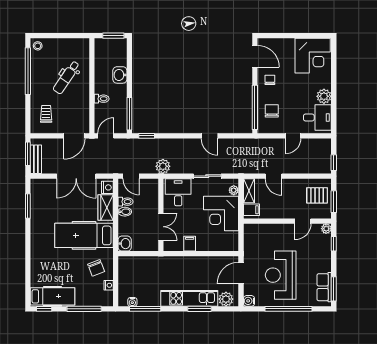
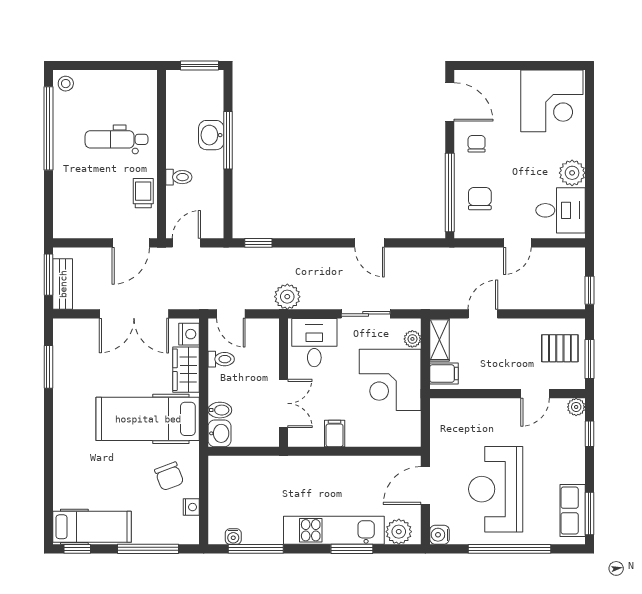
dental chair: (66, 77) -> (116, 139), turned 56
trolley: (46, 114) -> (143, 193), moved
window: (129, 114) -> (228, 140), moved
door: (273, 176) -> (483, 314), swing flipped
bidet: (125, 212) -> (220, 410), moved

